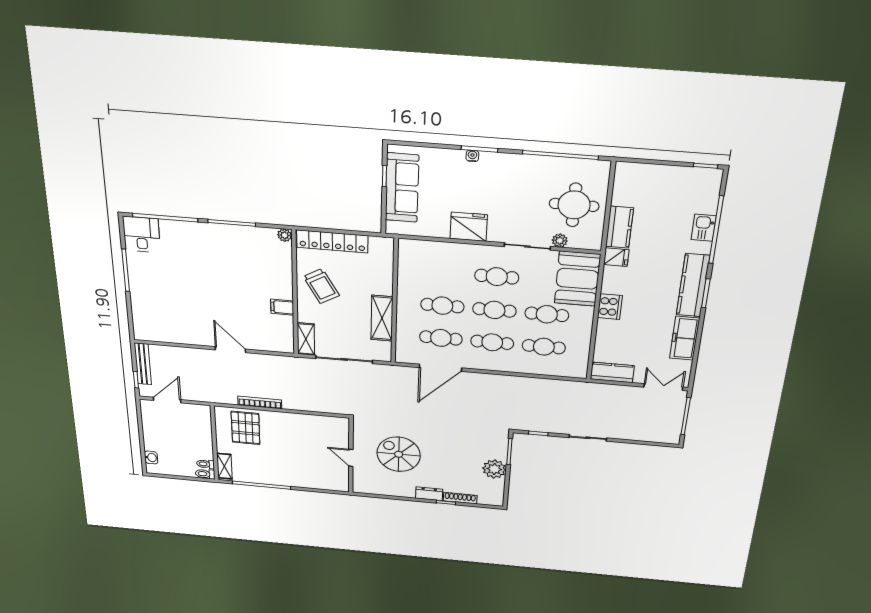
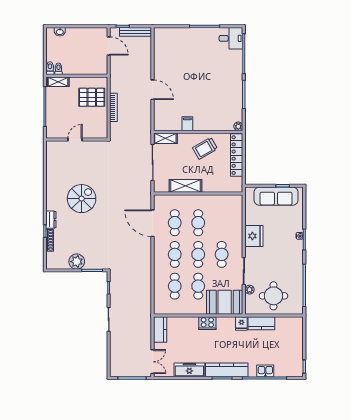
door: (230, 350) -> (153, 90), hinge flipped
wall: (351, 456) -> (77, 140), moved
door: (351, 458) -> (75, 140), moved

